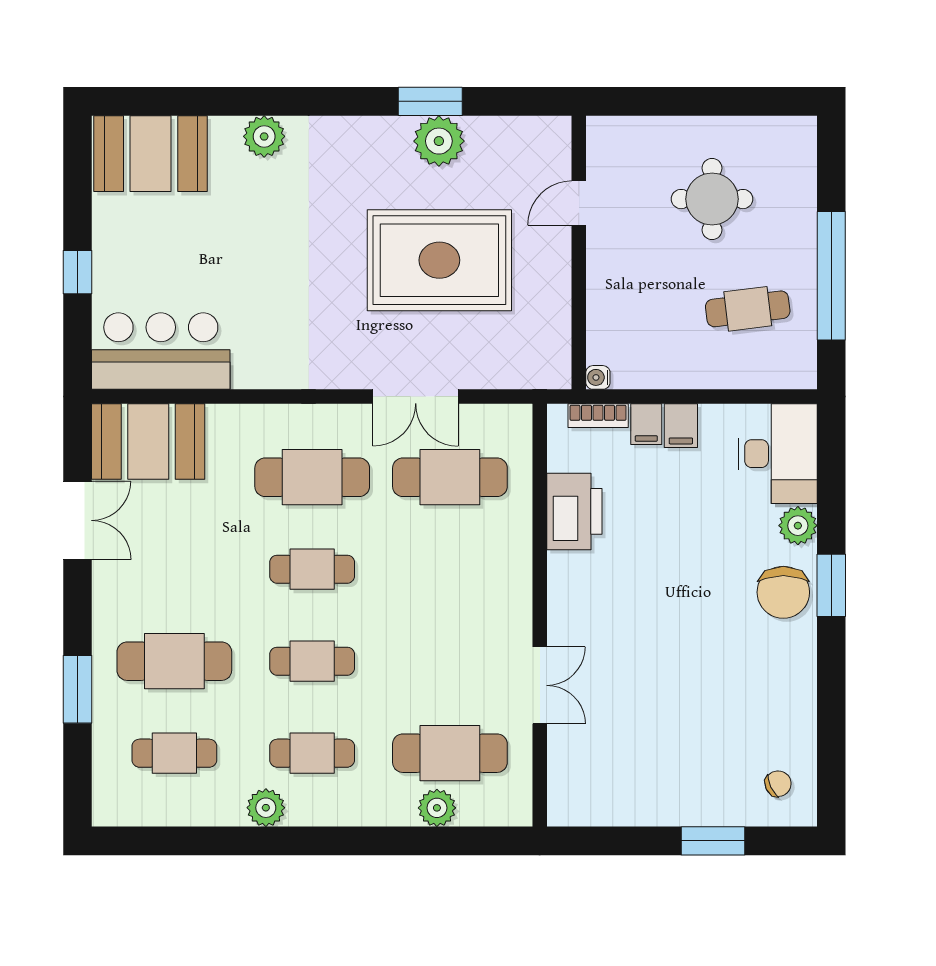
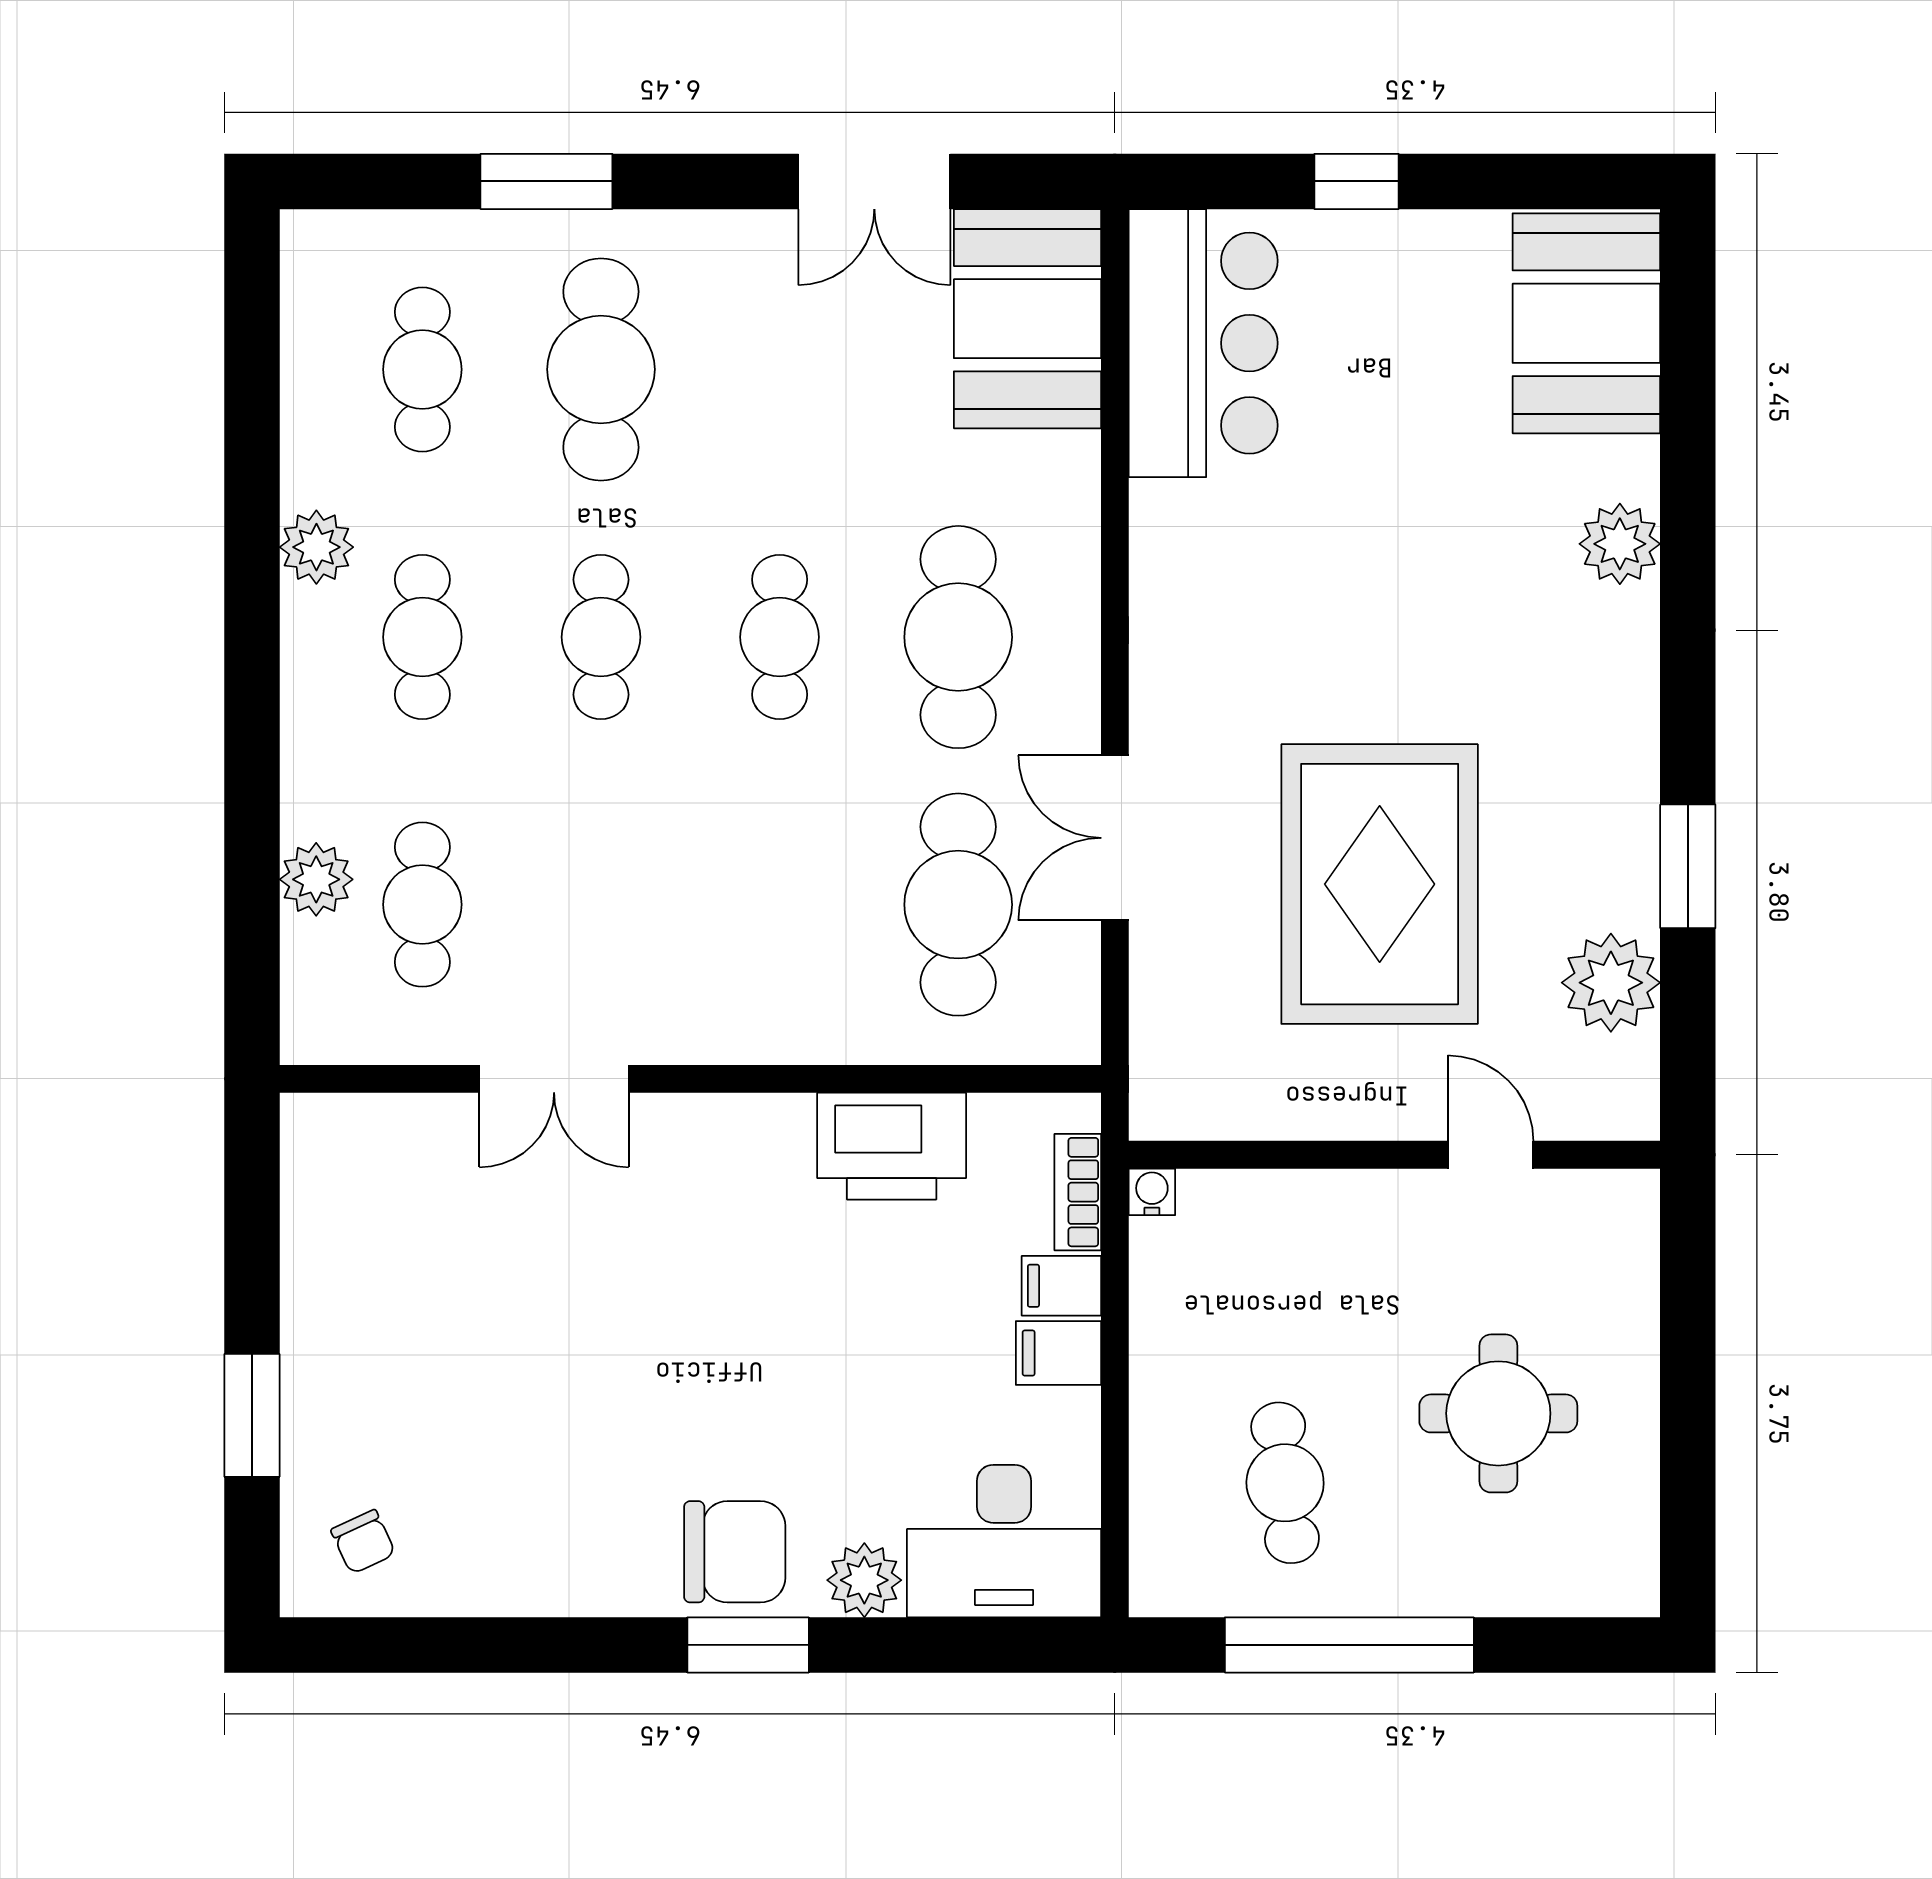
plant: (439, 141) -> (1611, 983), moved
chair: (783, 592) -> (735, 1552), turned 180
cafe table: (450, 753) -> (422, 905), width x0.73, depth x0.74

